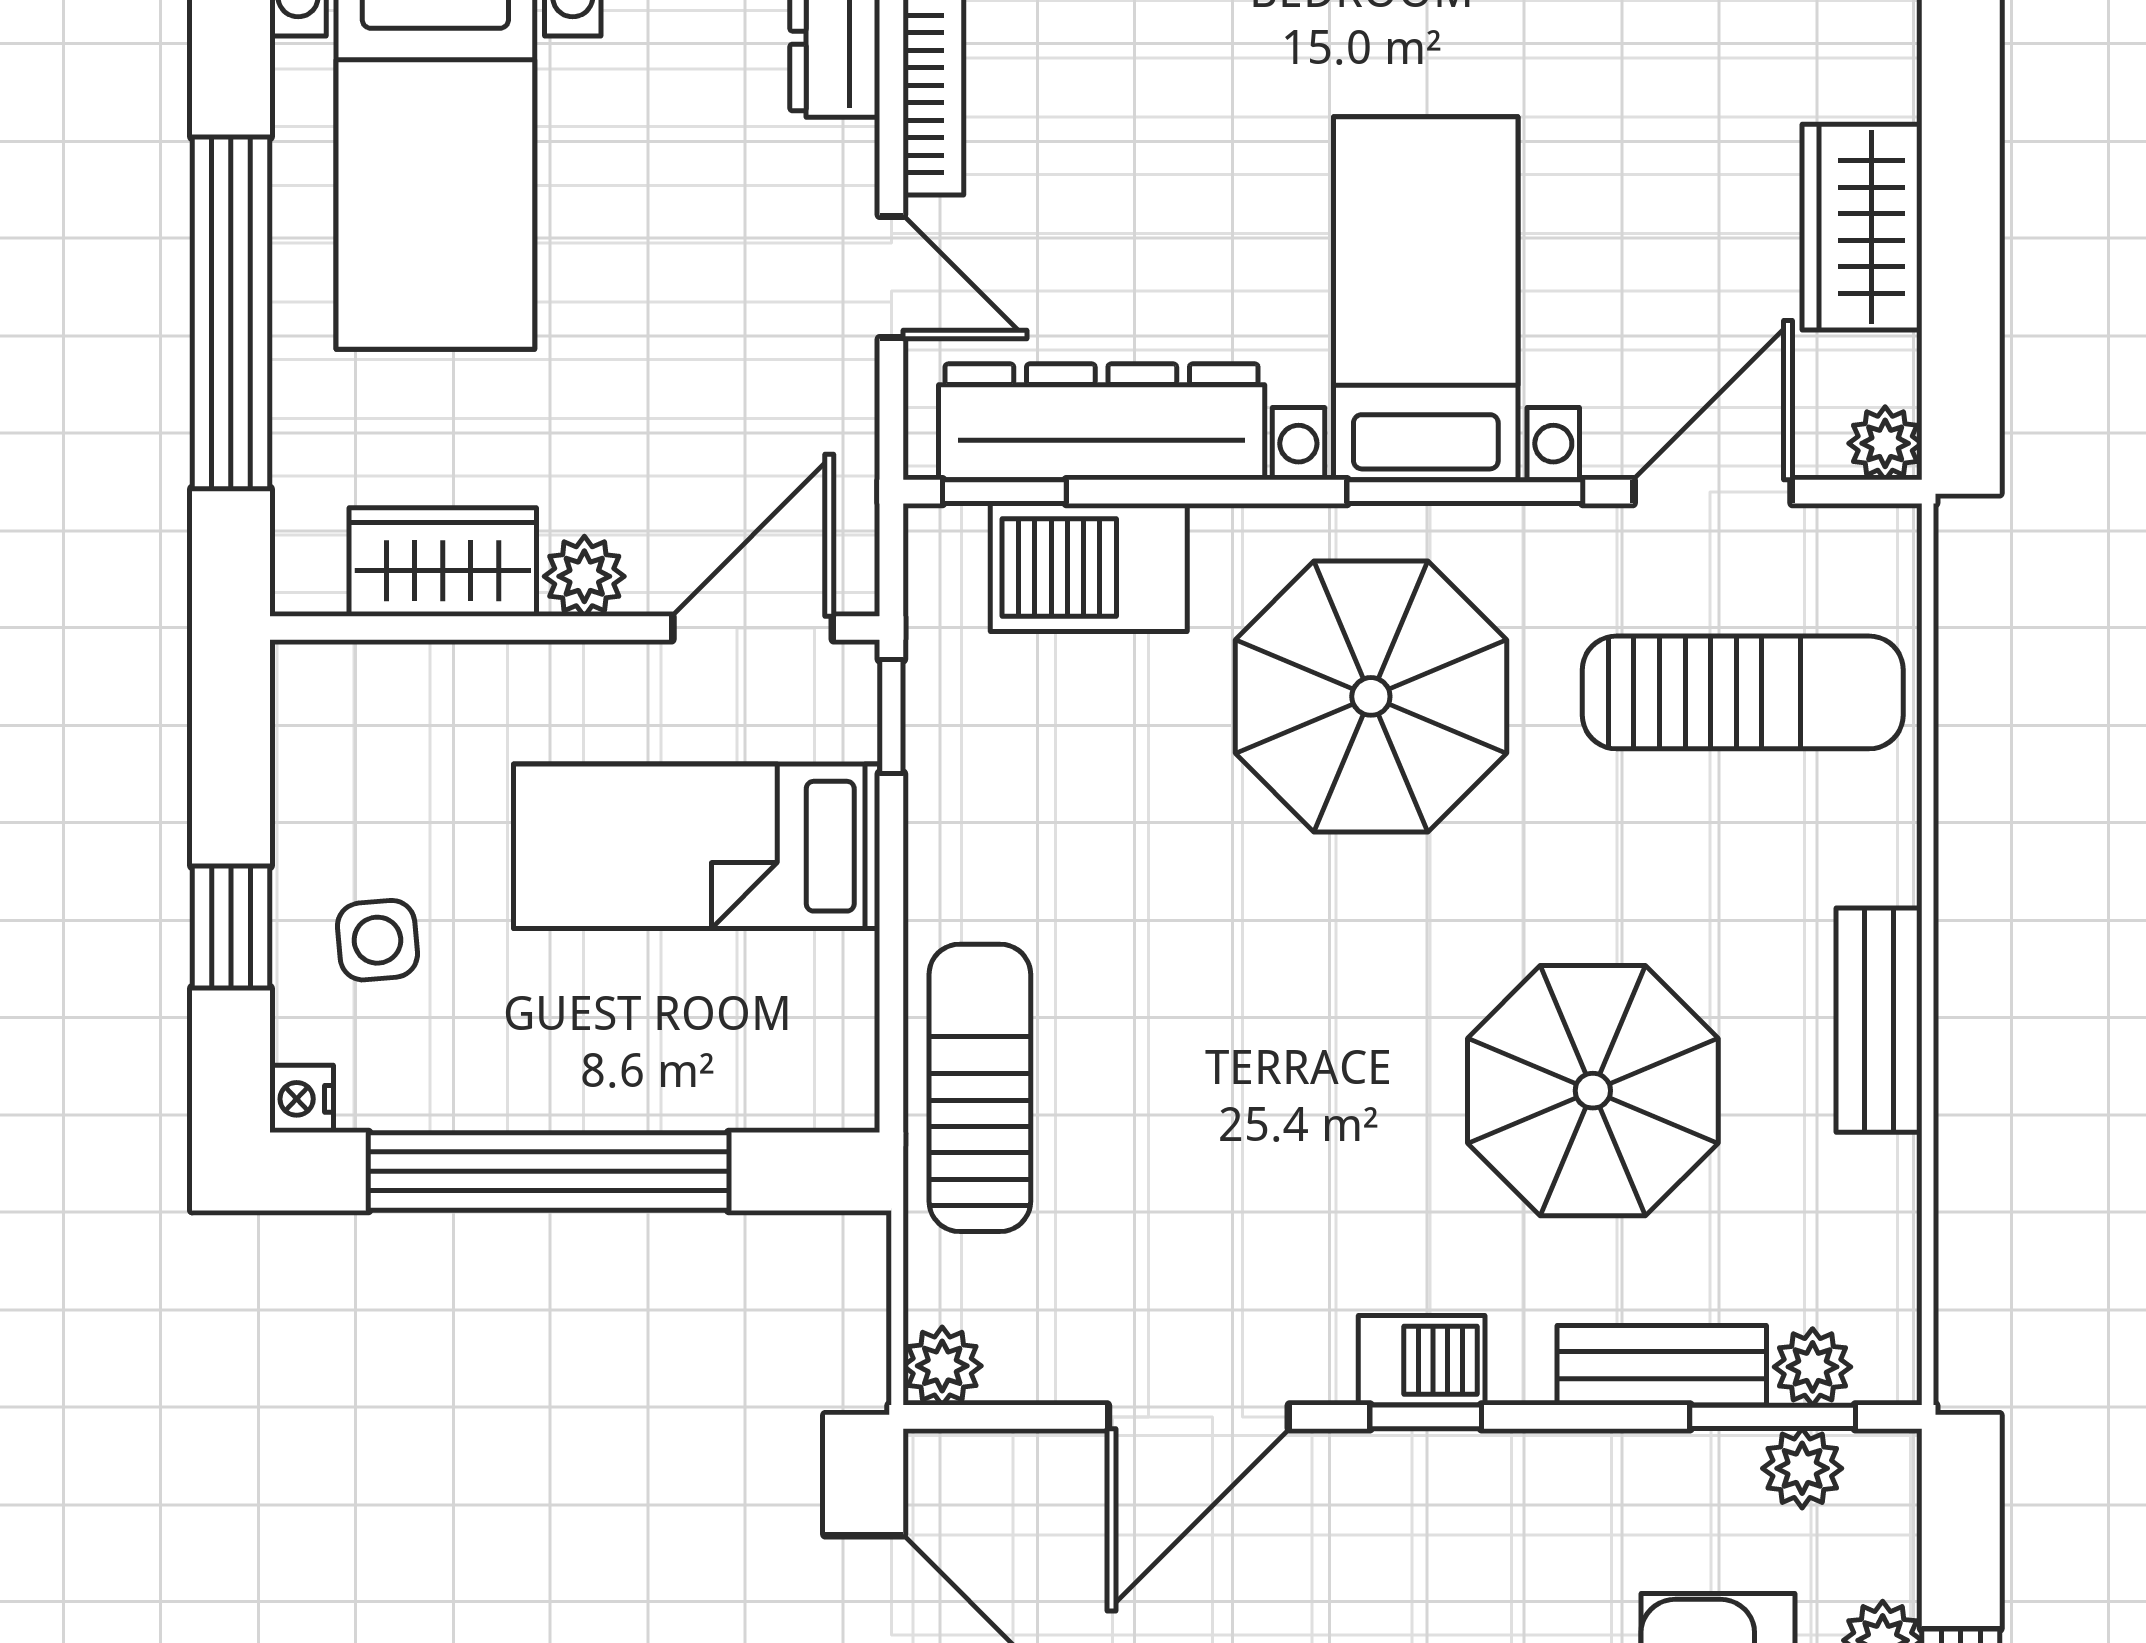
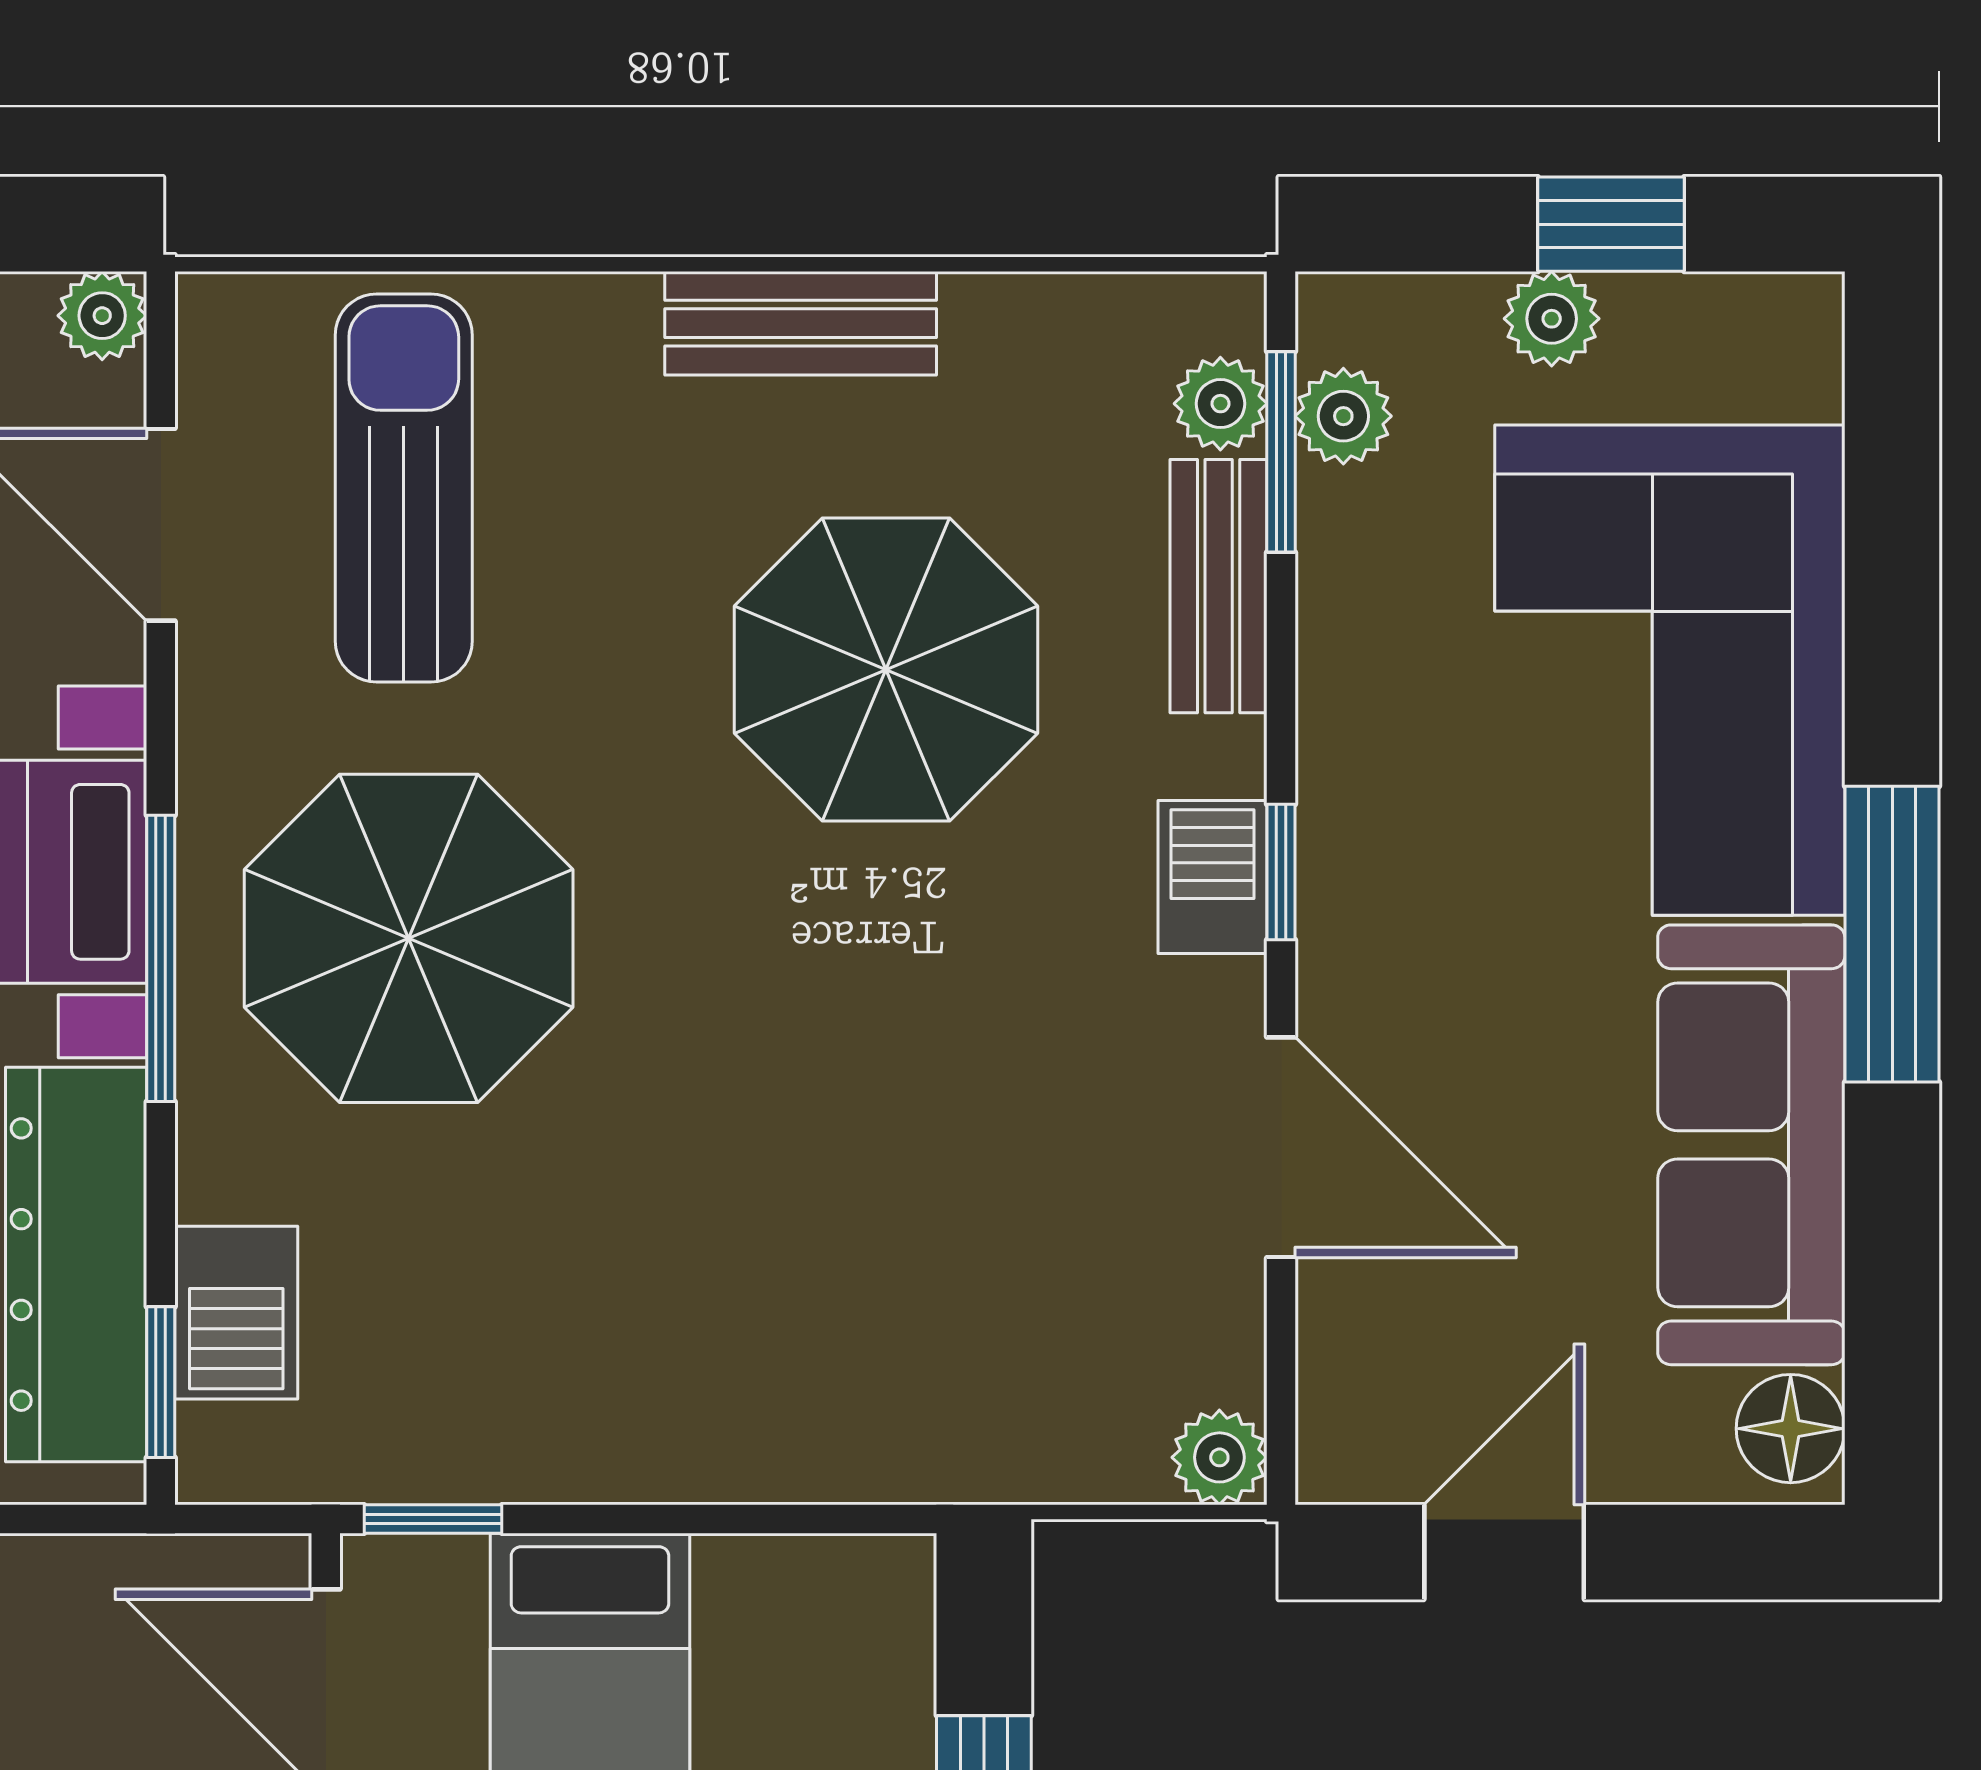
window: (1465, 492) -> (161, 958), moved
barbecue: (1089, 568) -> (236, 1313), width x0.73, depth x0.79
sun lounger: (980, 1088) -> (883, 1412), removed

